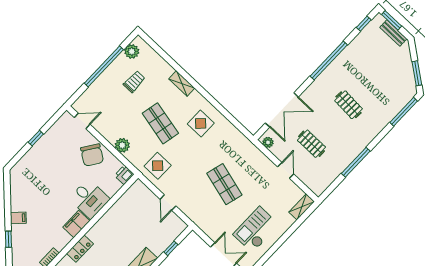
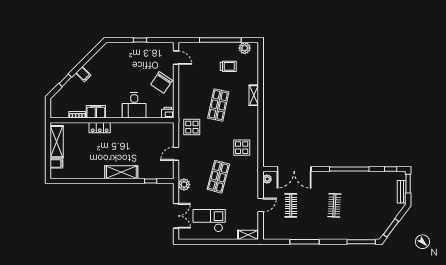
display table: (201, 123) -> (242, 148), moved
plant: (122, 145) -> (184, 185), moved
filing cabinet: (76, 224) -> (96, 112), moved

